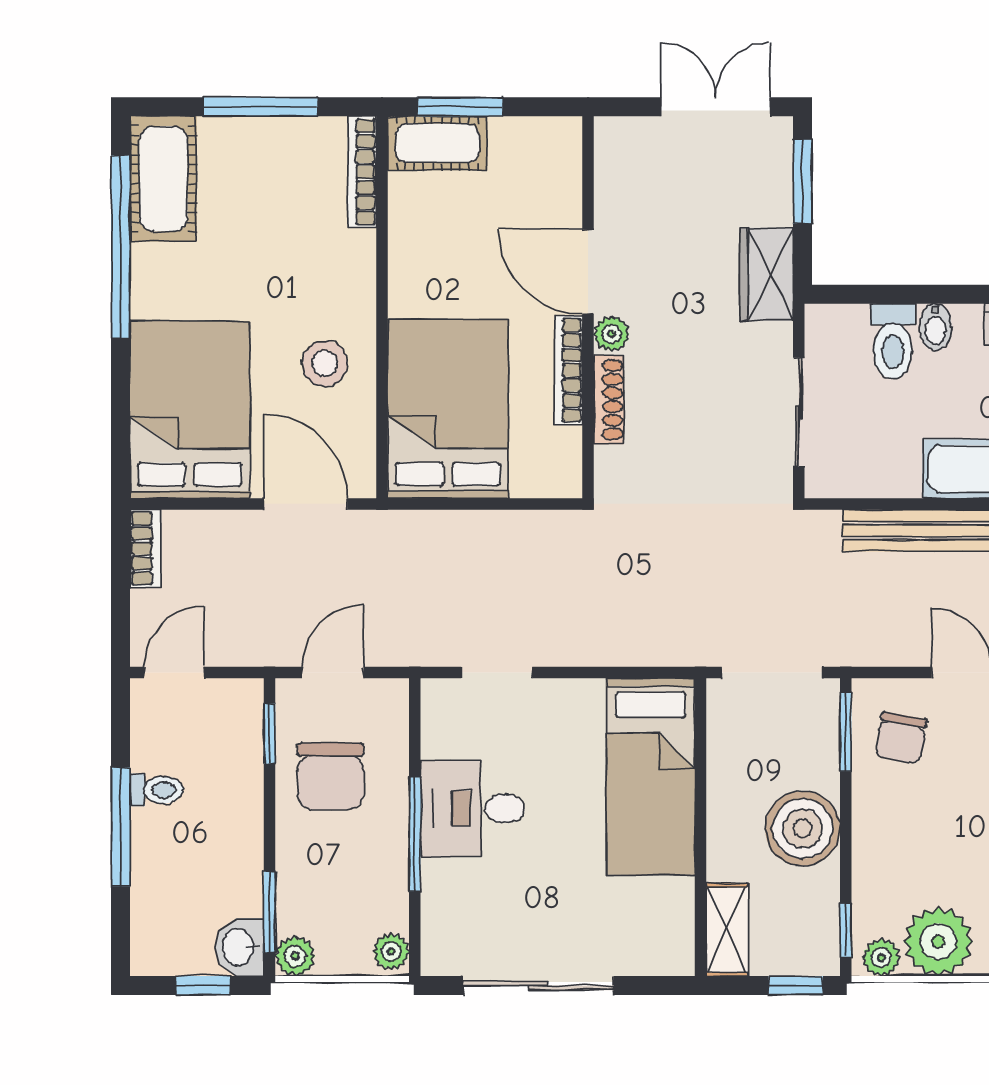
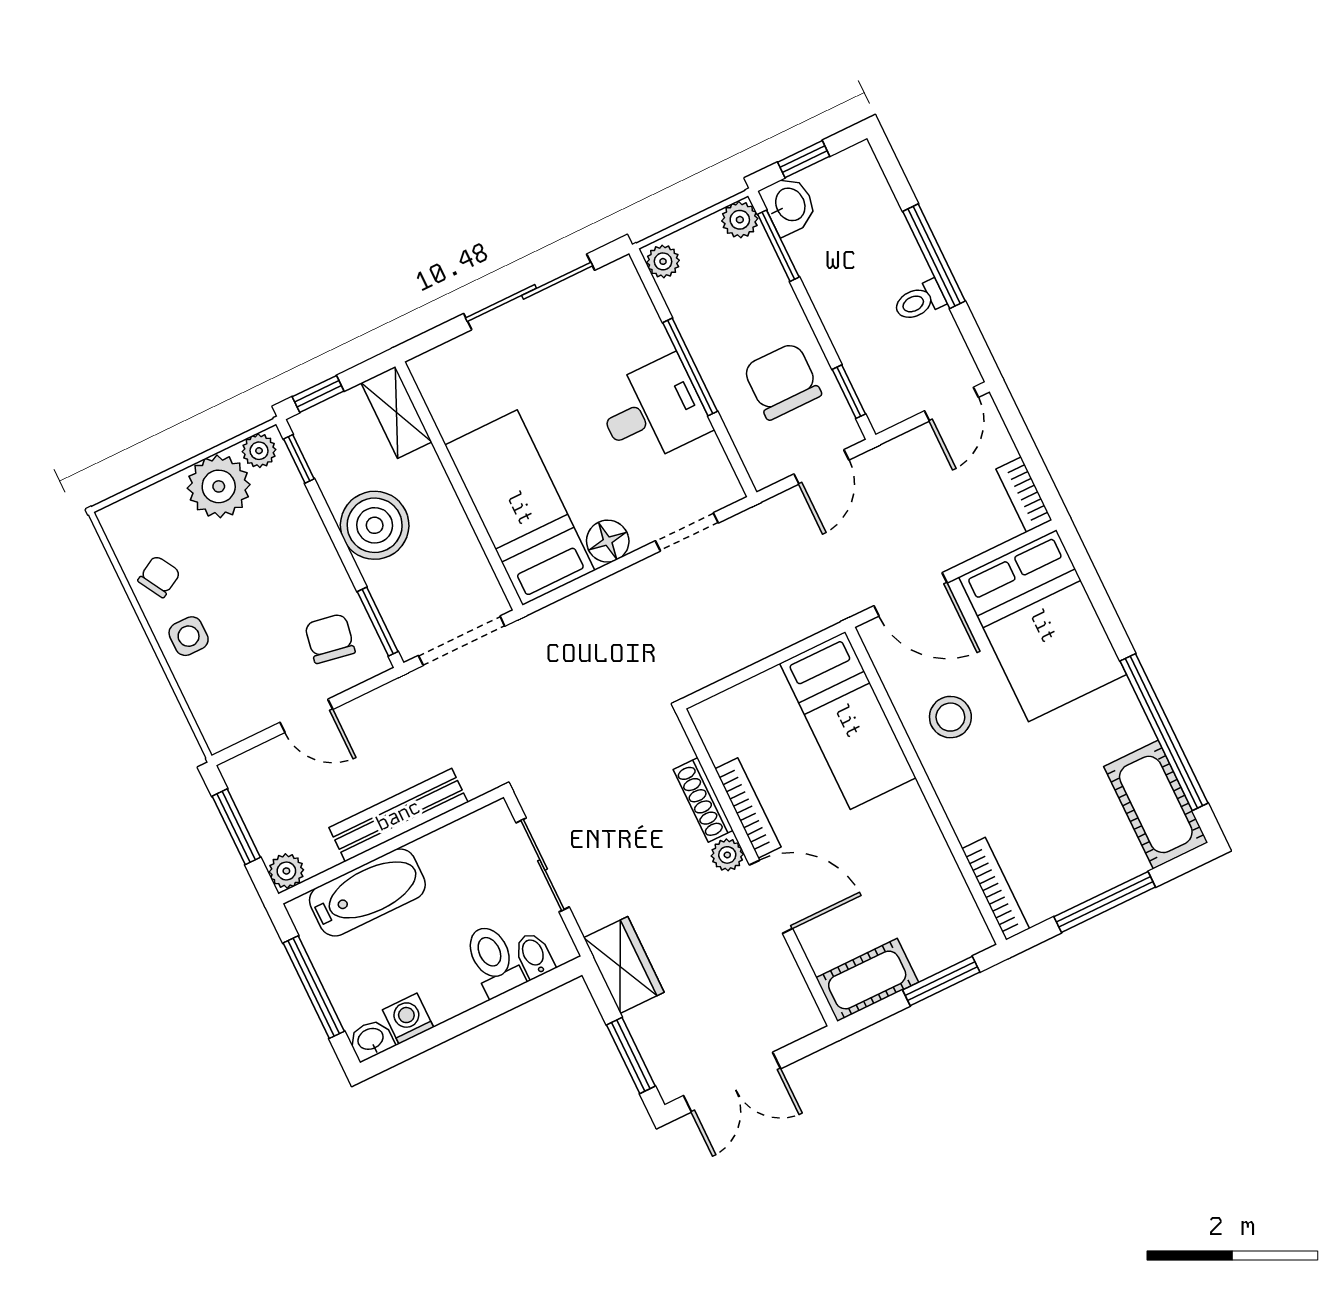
cot: (437, 143) -> (867, 980), moved
bidet: (936, 327) -> (534, 955), moved
bed: (448, 409) -> (848, 721), width x0.67
floor lamp: (580, 701) -> (608, 541), added

